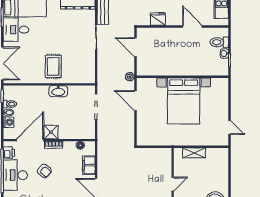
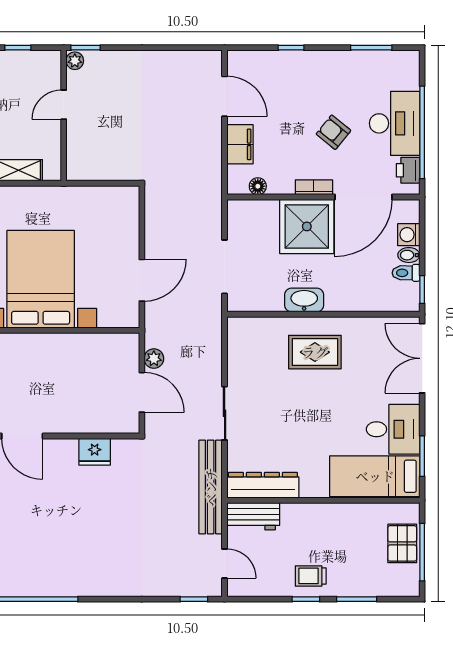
rug: (53, 66) -> (315, 352), turned 90
plant: (130, 77) -> (154, 359), moved
door: (135, 101) -> (142, 280), hinge flipped
shower: (51, 132) -> (307, 226), width x1.86, depth x1.86

